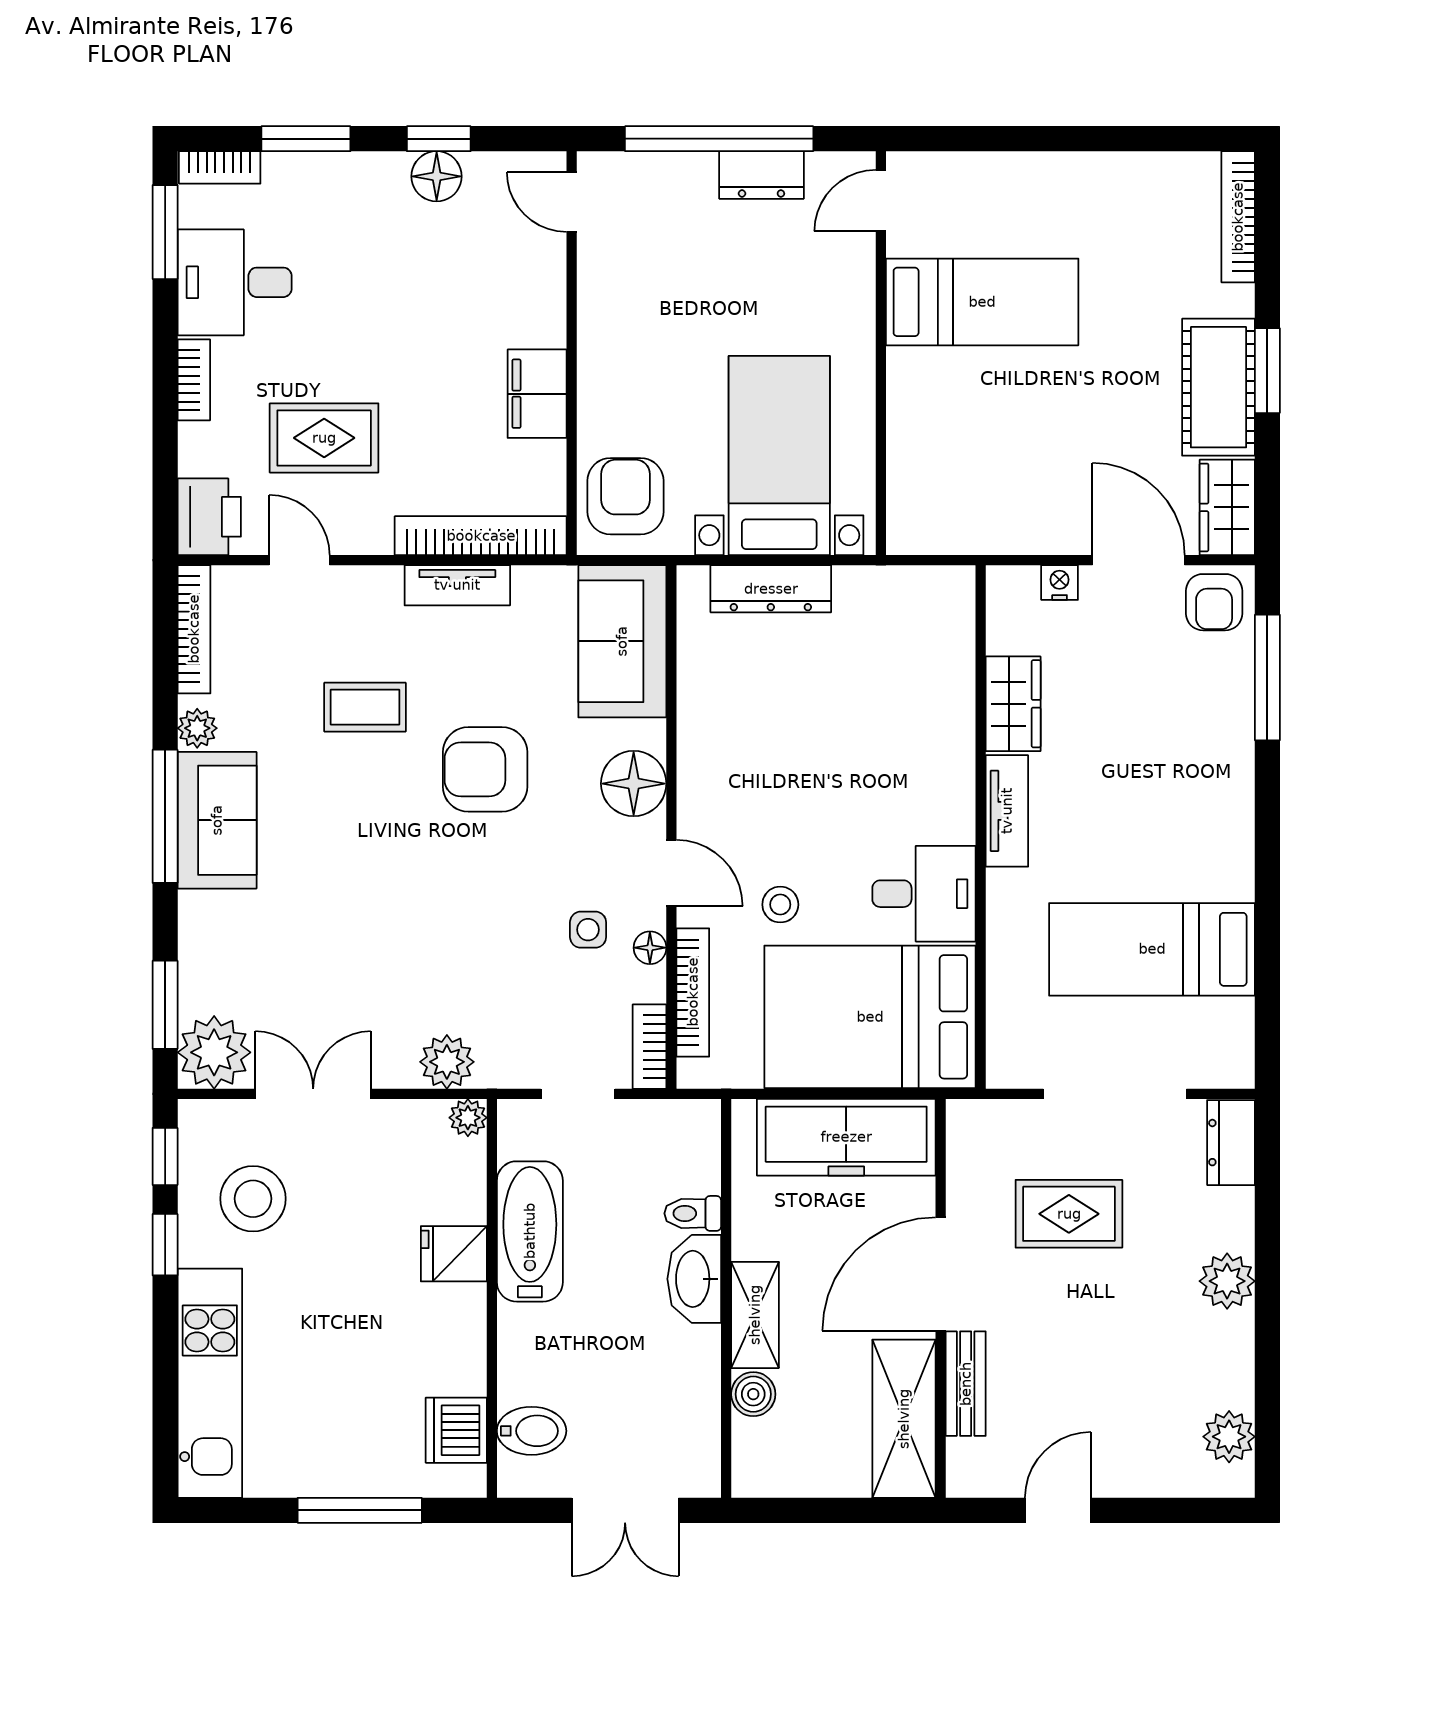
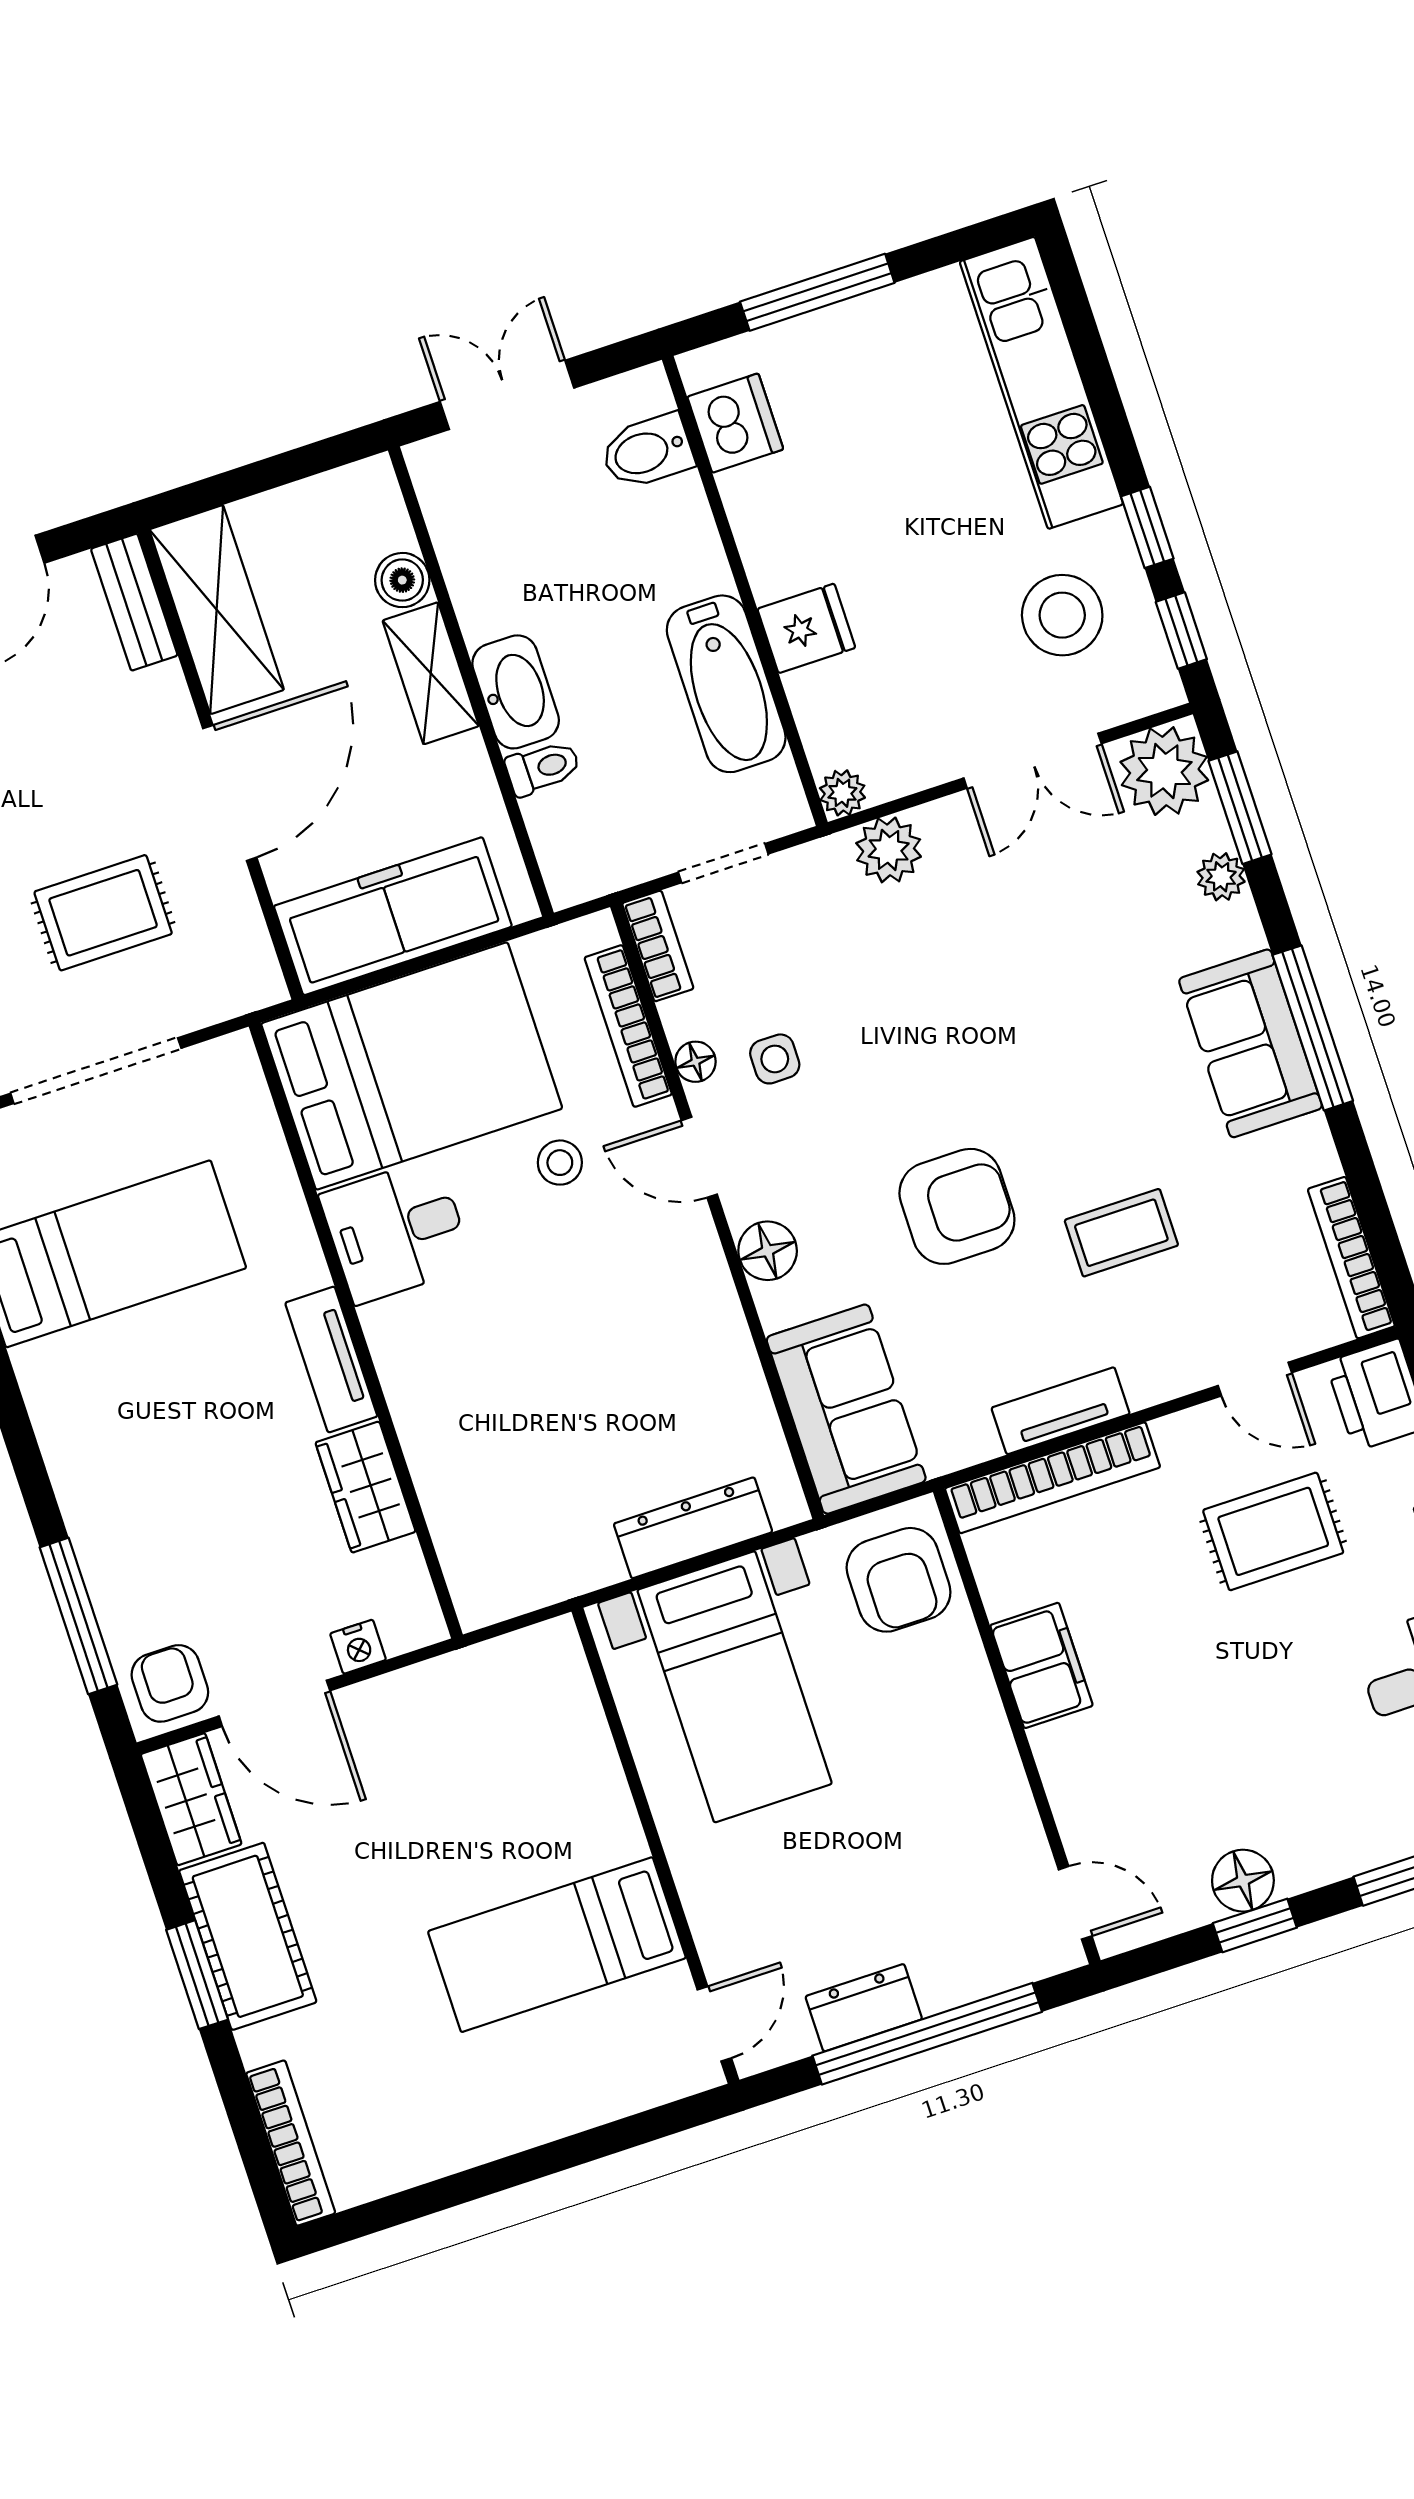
plant: (197, 728) -> (1221, 877), moved
floor lamp: (634, 784) -> (768, 1251), width x0.73, depth x0.73
bench: (966, 1384) -> (134, 602), moved

